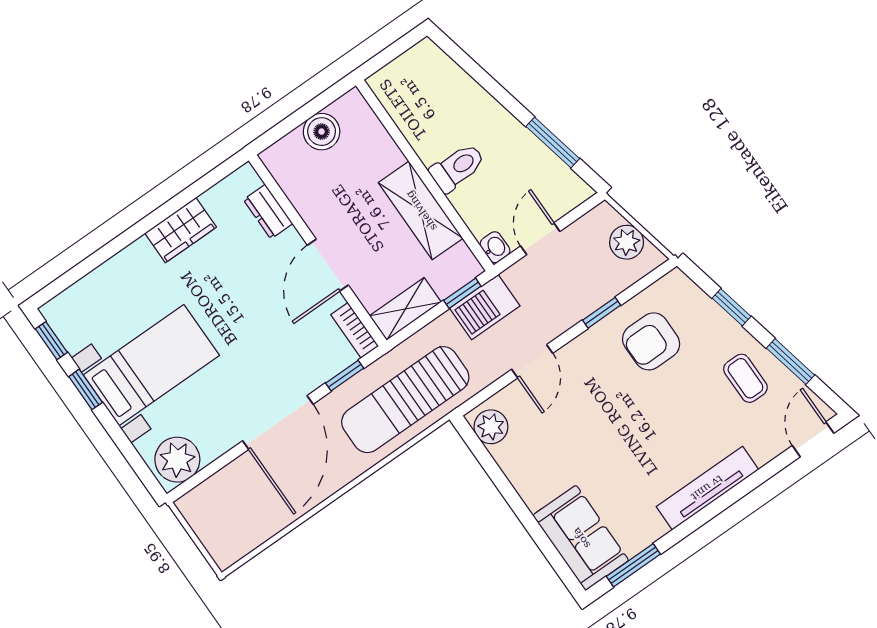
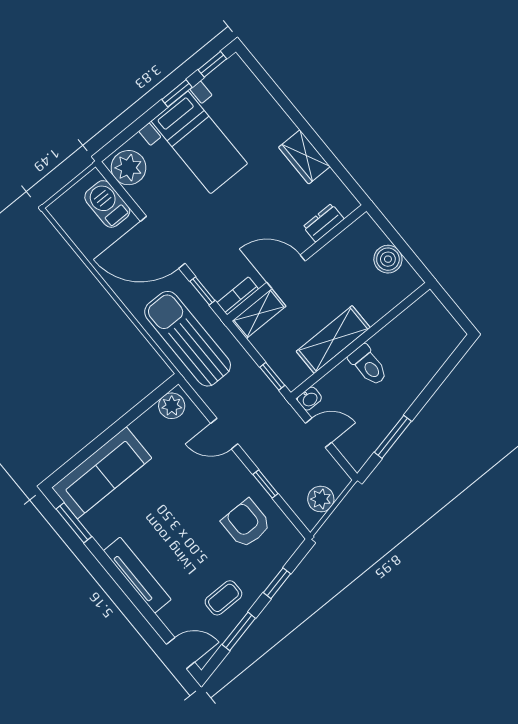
barbecue: (485, 307) -> (107, 204), moved
shelving: (405, 309) -> (259, 314), moved, turned 90
sofa: (581, 538) -> (102, 473), width x1.36

